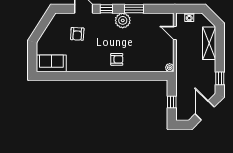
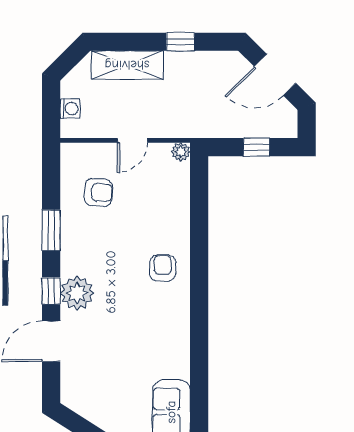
plant: (123, 20) -> (77, 293), moved
door: (175, 33) -> (132, 140), moved
armchair: (77, 34) -> (98, 192), moved
window: (220, 78) -> (180, 42), moved

